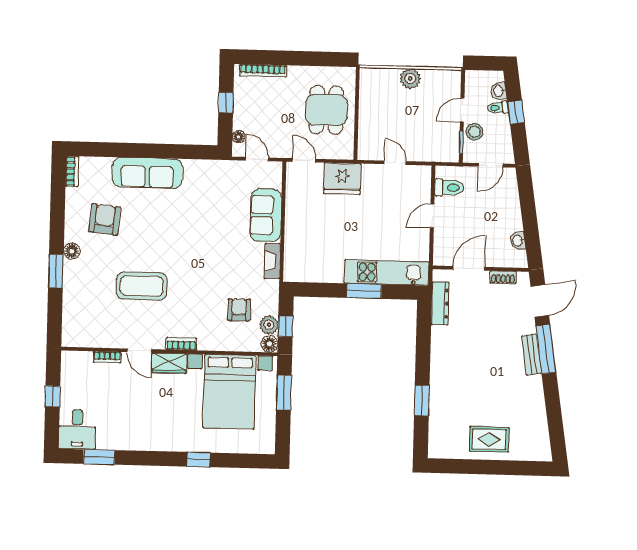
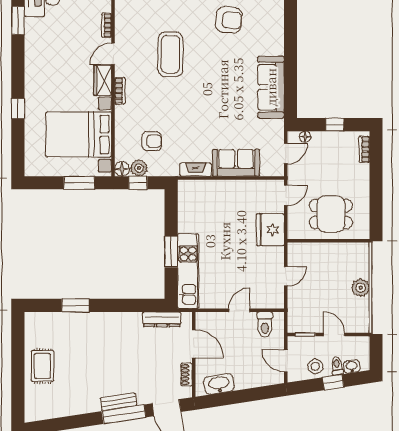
bookcase: (263, 71) -> (364, 149), width x0.64
stool: (474, 132) -> (315, 366), moved
sofa: (147, 173) -> (271, 87), moved
door: (432, 216) -> (239, 310), hinge flipped
washbasin: (518, 241) -> (219, 384), width x1.91, depth x1.45

